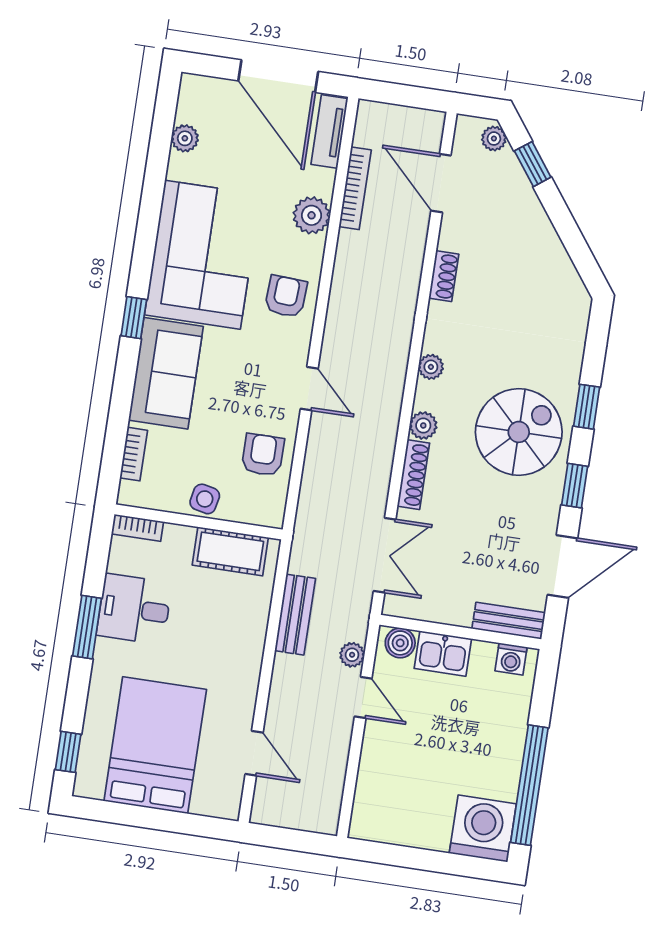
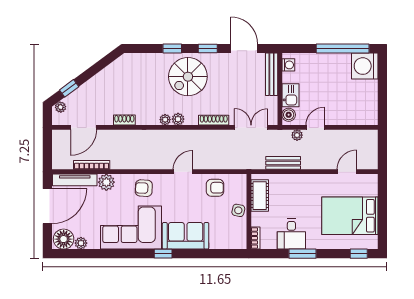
floor lamp: (200, 101) -> (64, 239), added
tv unit: (329, 132) -> (75, 180), width x1.41
plant: (423, 425) -> (178, 119), moved
spiral stairs: (519, 432) -> (188, 77), turned -90
bookcase: (134, 454) -> (223, 245), removed
armchair: (263, 455) -> (215, 188), turned 180
bench: (509, 621) -> (272, 74), width x1.36

